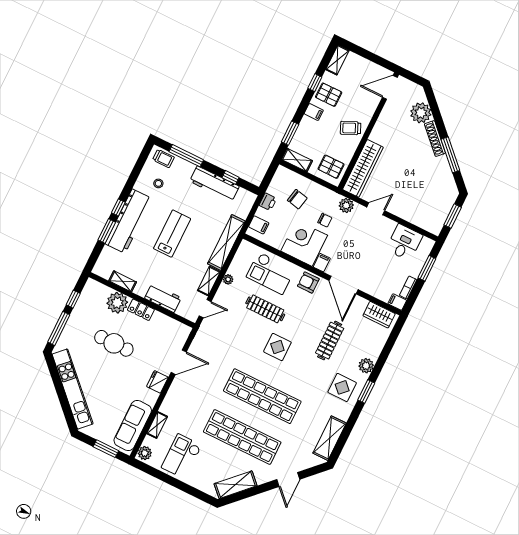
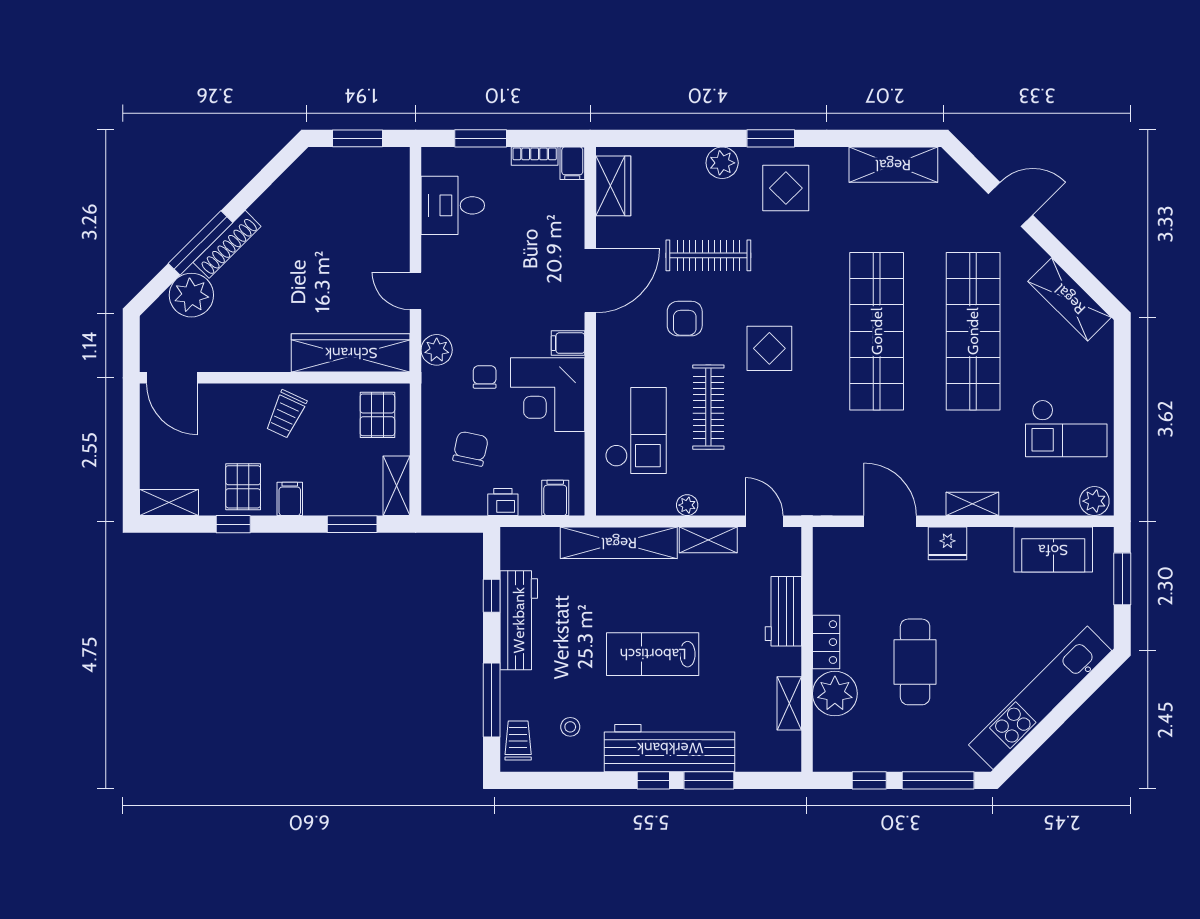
trolley: (351, 128) -> (286, 414), turned 49
window: (450, 155) -> (200, 243), moved
armchair: (308, 282) -> (685, 319), moved
shelving: (157, 425) -> (972, 504), moved
sofa: (133, 426) -> (1053, 550), width x0.73

